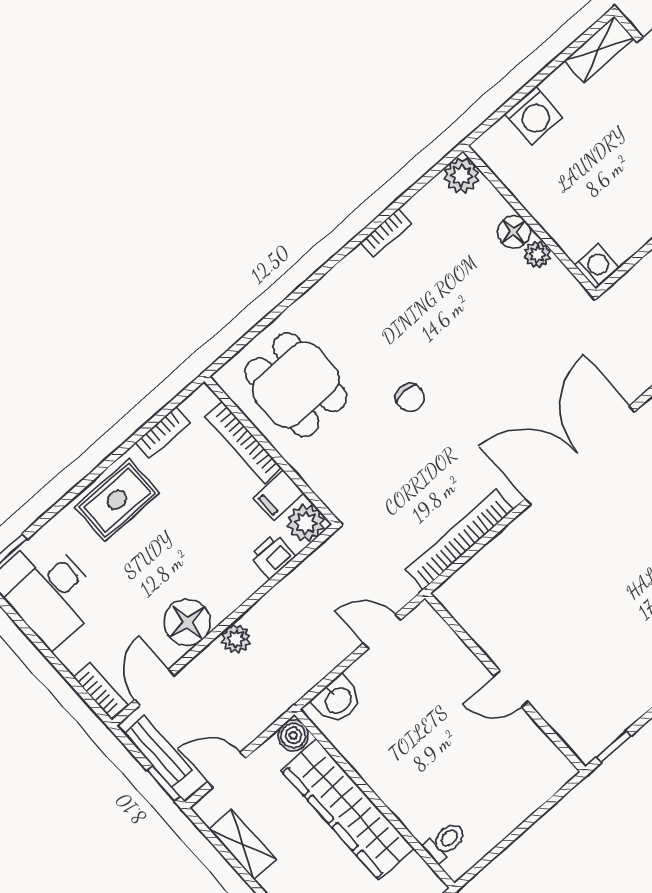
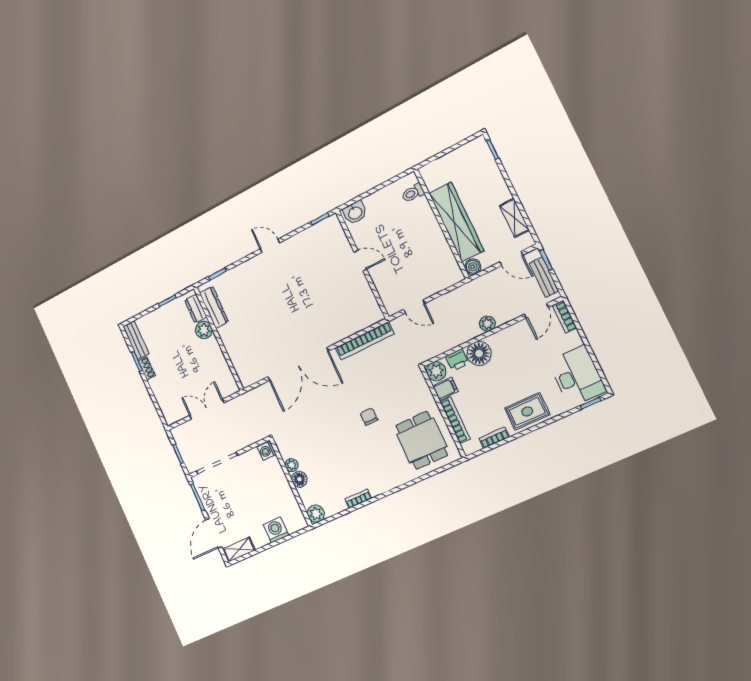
floor lamp: (187, 622) -> (479, 353), moved
washbasin: (338, 700) -> (355, 213), moved, turned 180

